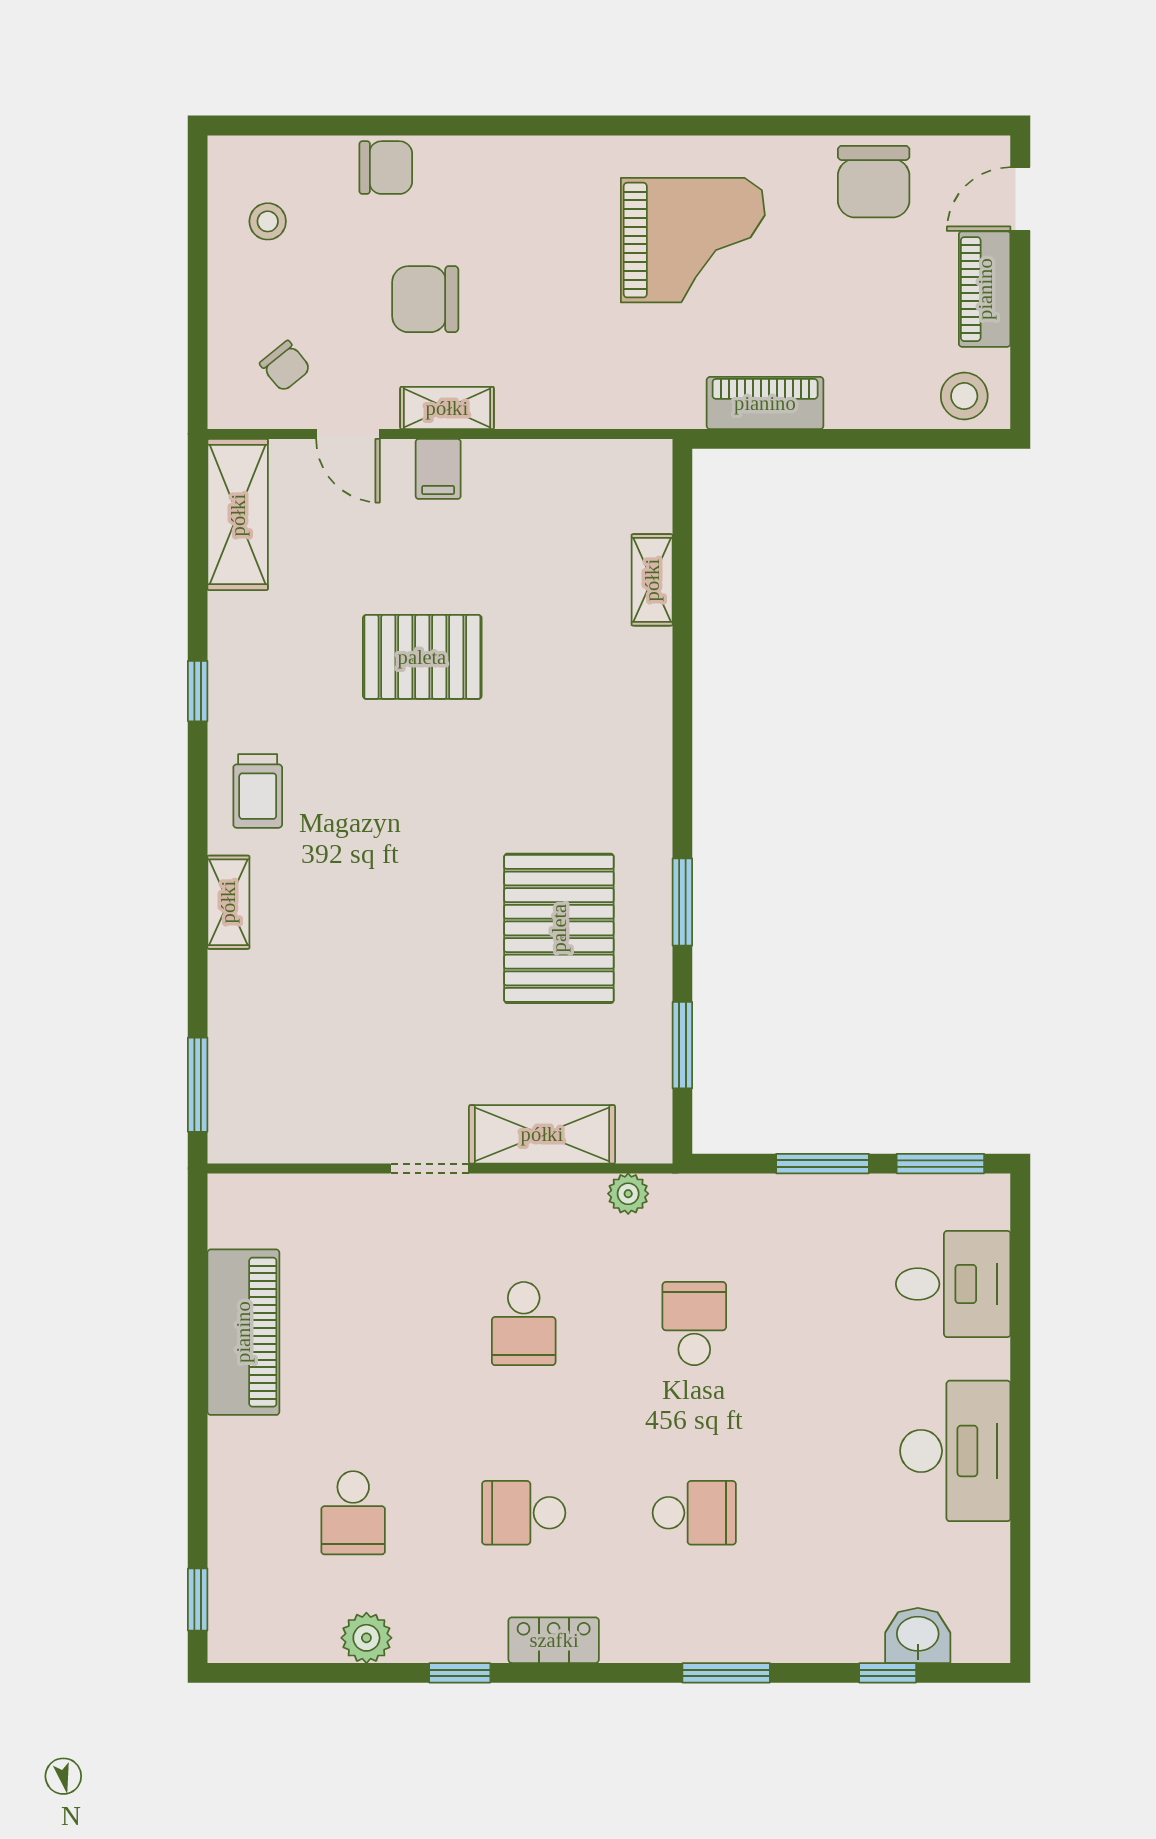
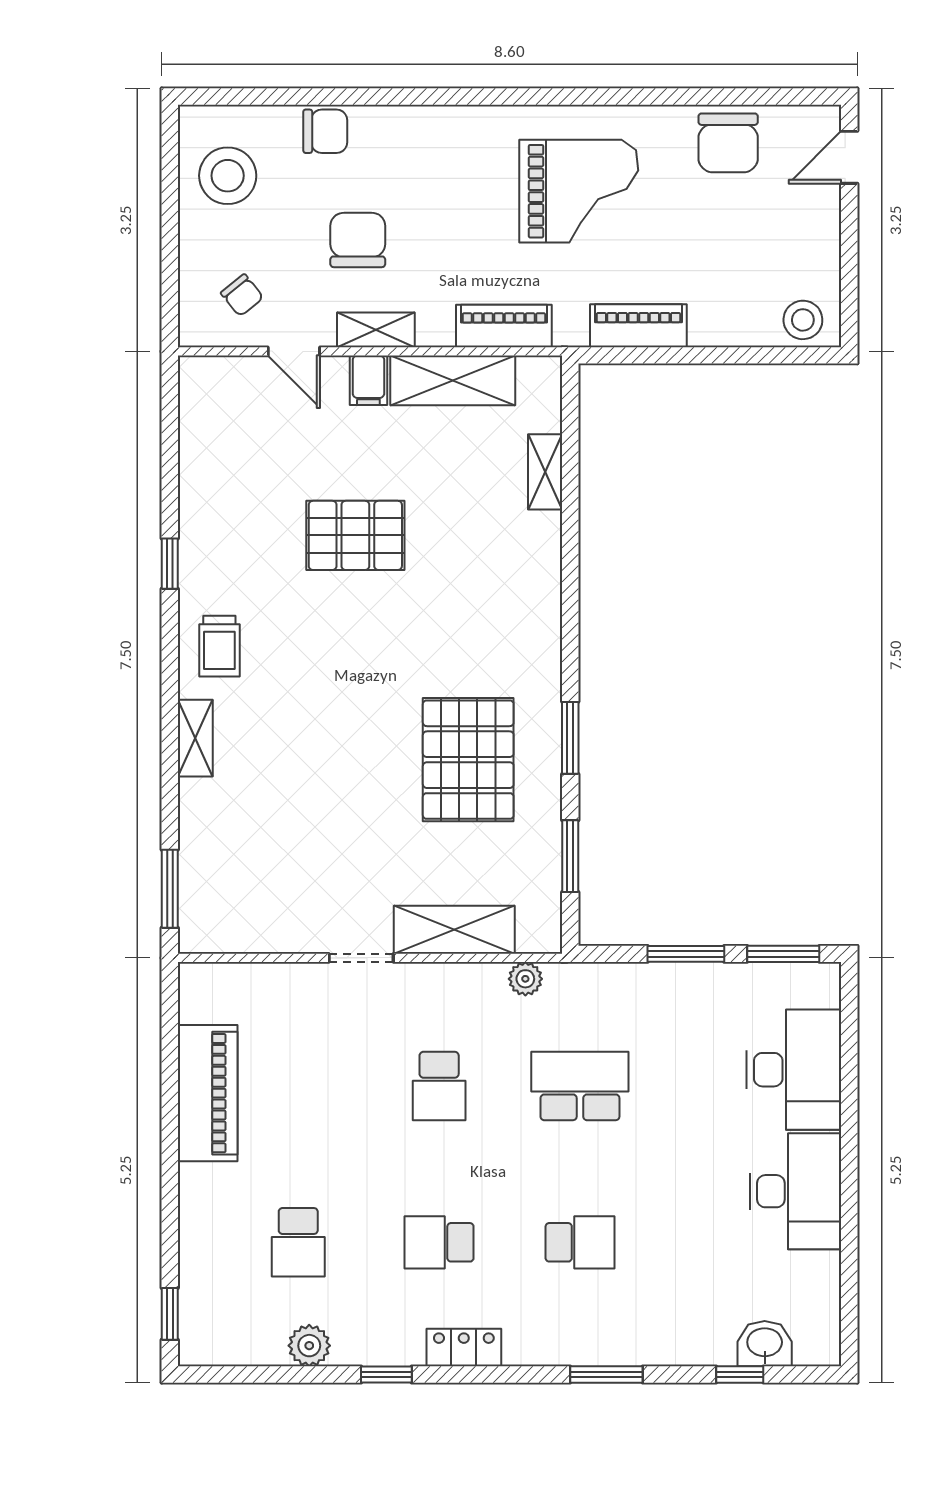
stool: (268, 221) -> (228, 176), width x1.89, depth x1.89
piano: (985, 289) -> (504, 326), moved, turned 90
chair: (425, 299) -> (358, 240), turned 90
shelving: (238, 515) -> (453, 380), moved, turned 90
desk: (953, 1284) -> (794, 1070), width x1.37
school desk: (694, 1324) -> (580, 1086), width x1.85

